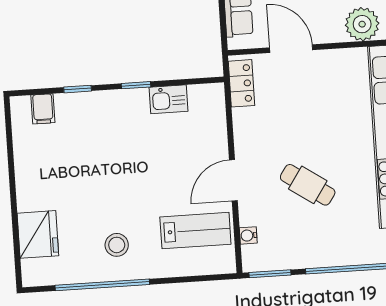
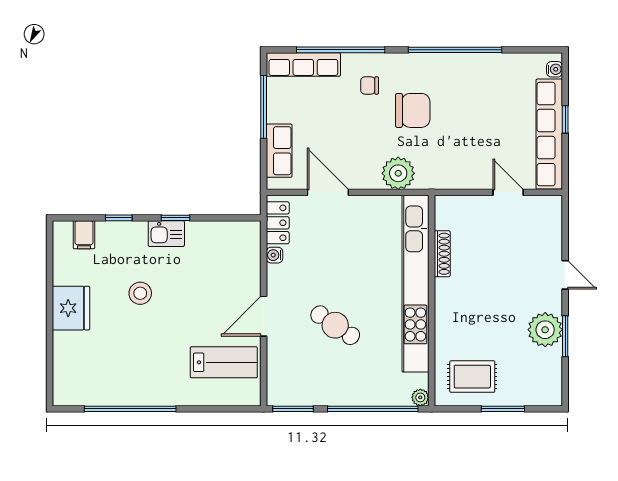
kitchen sink: (168, 99) -> (166, 234), moved
fridge: (38, 234) -> (71, 308), moved
water cooler: (248, 235) -> (274, 255), moved
stool: (117, 245) -> (140, 293), moved

